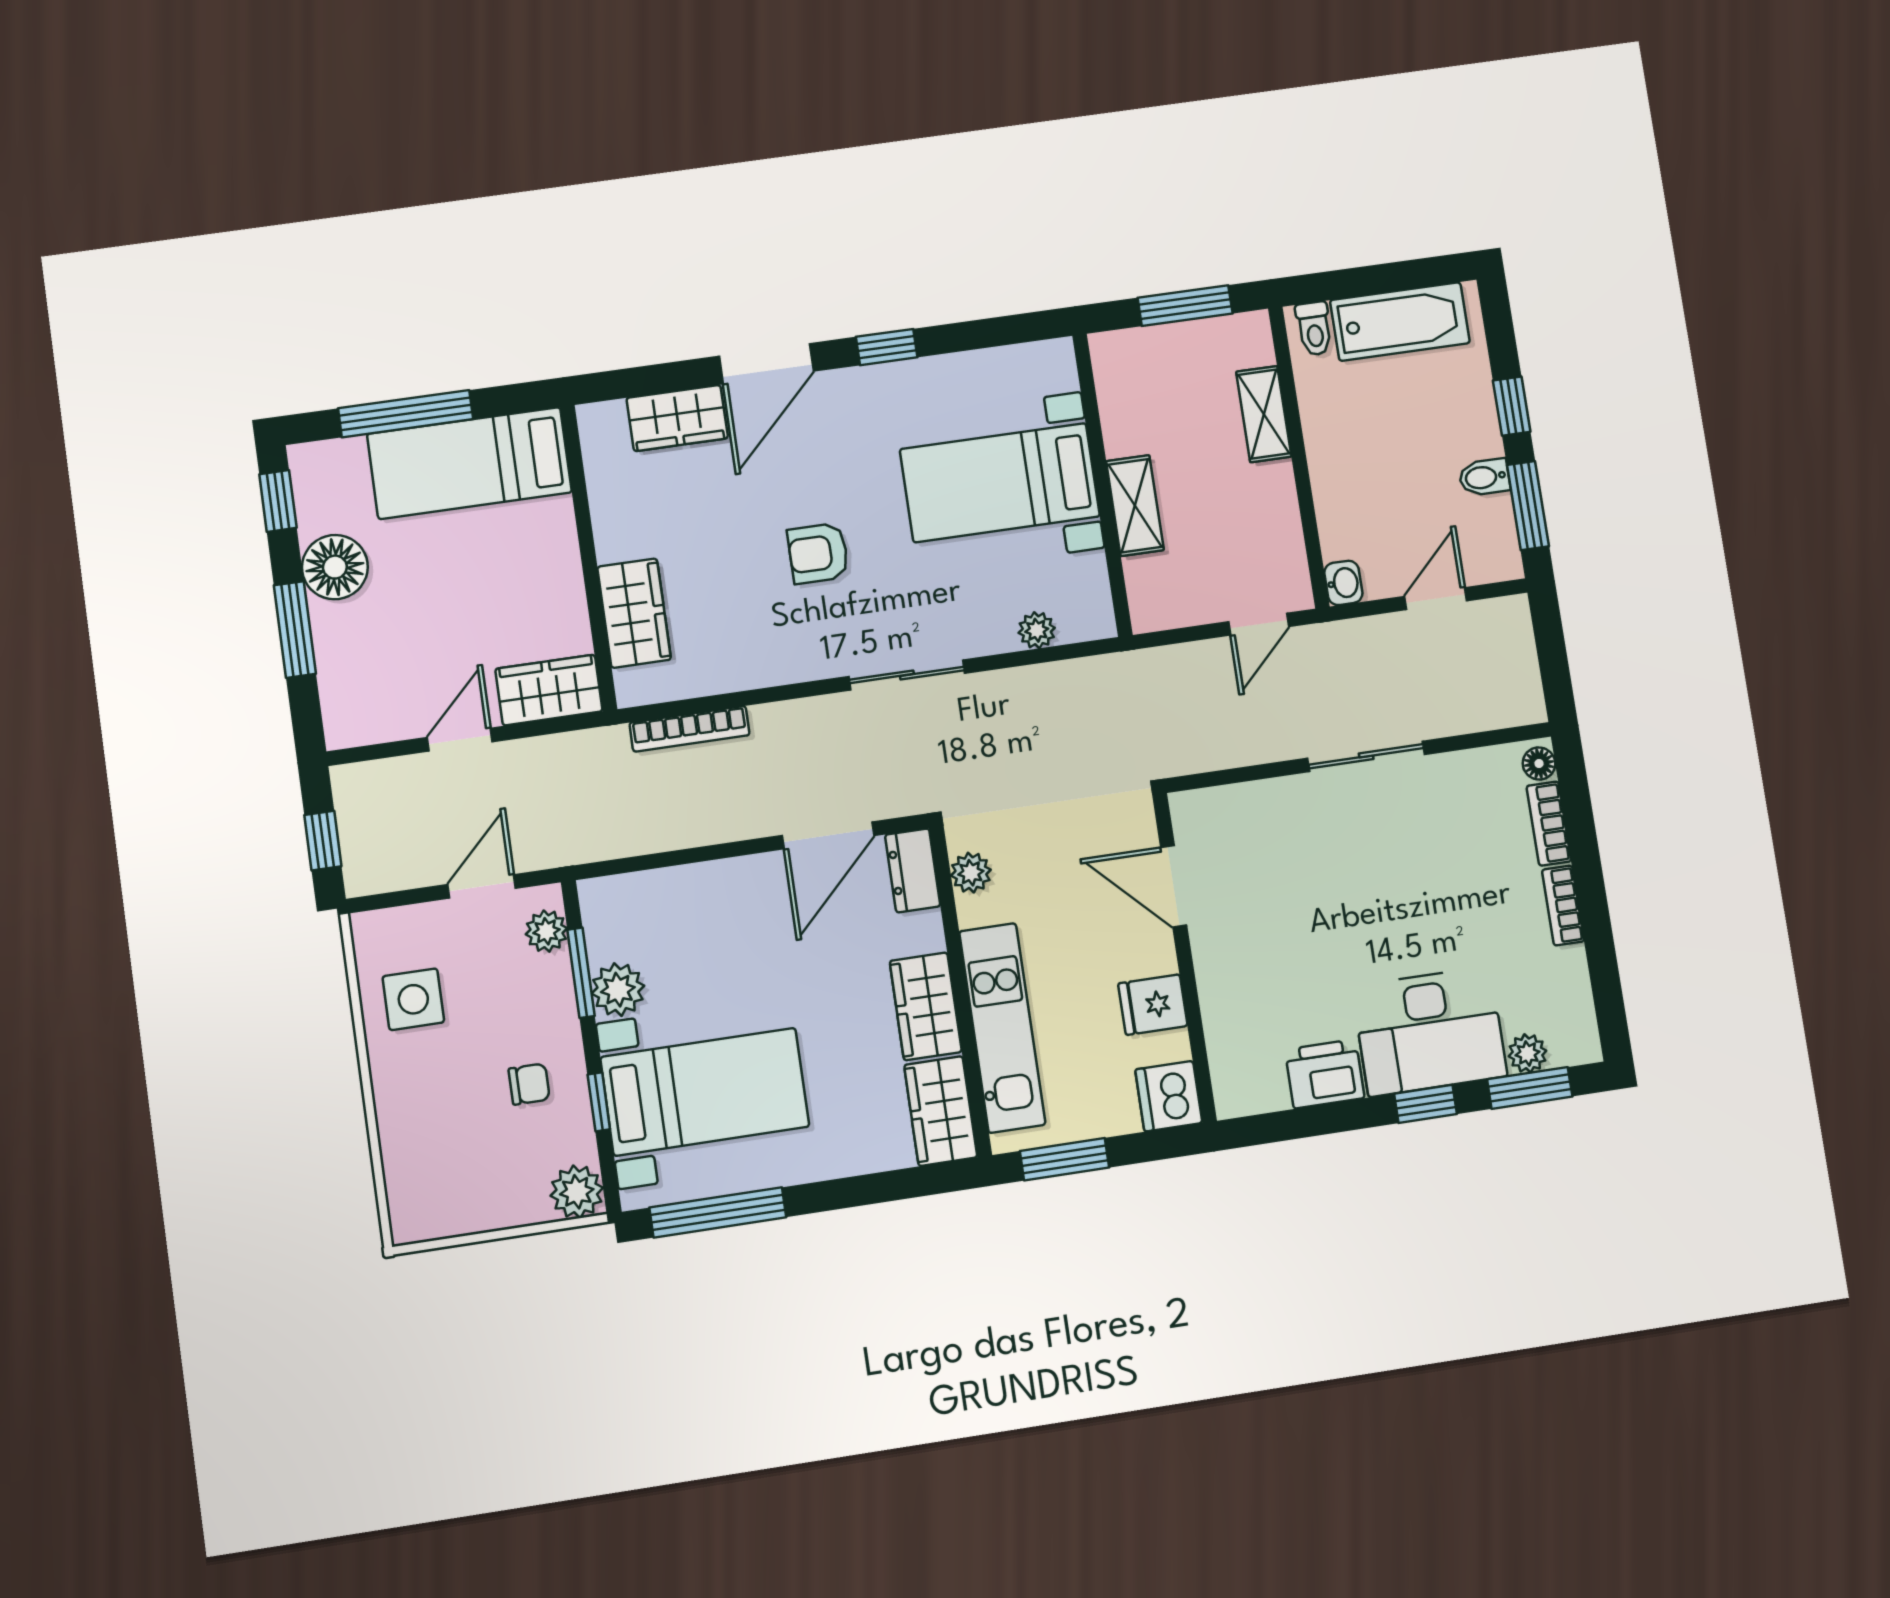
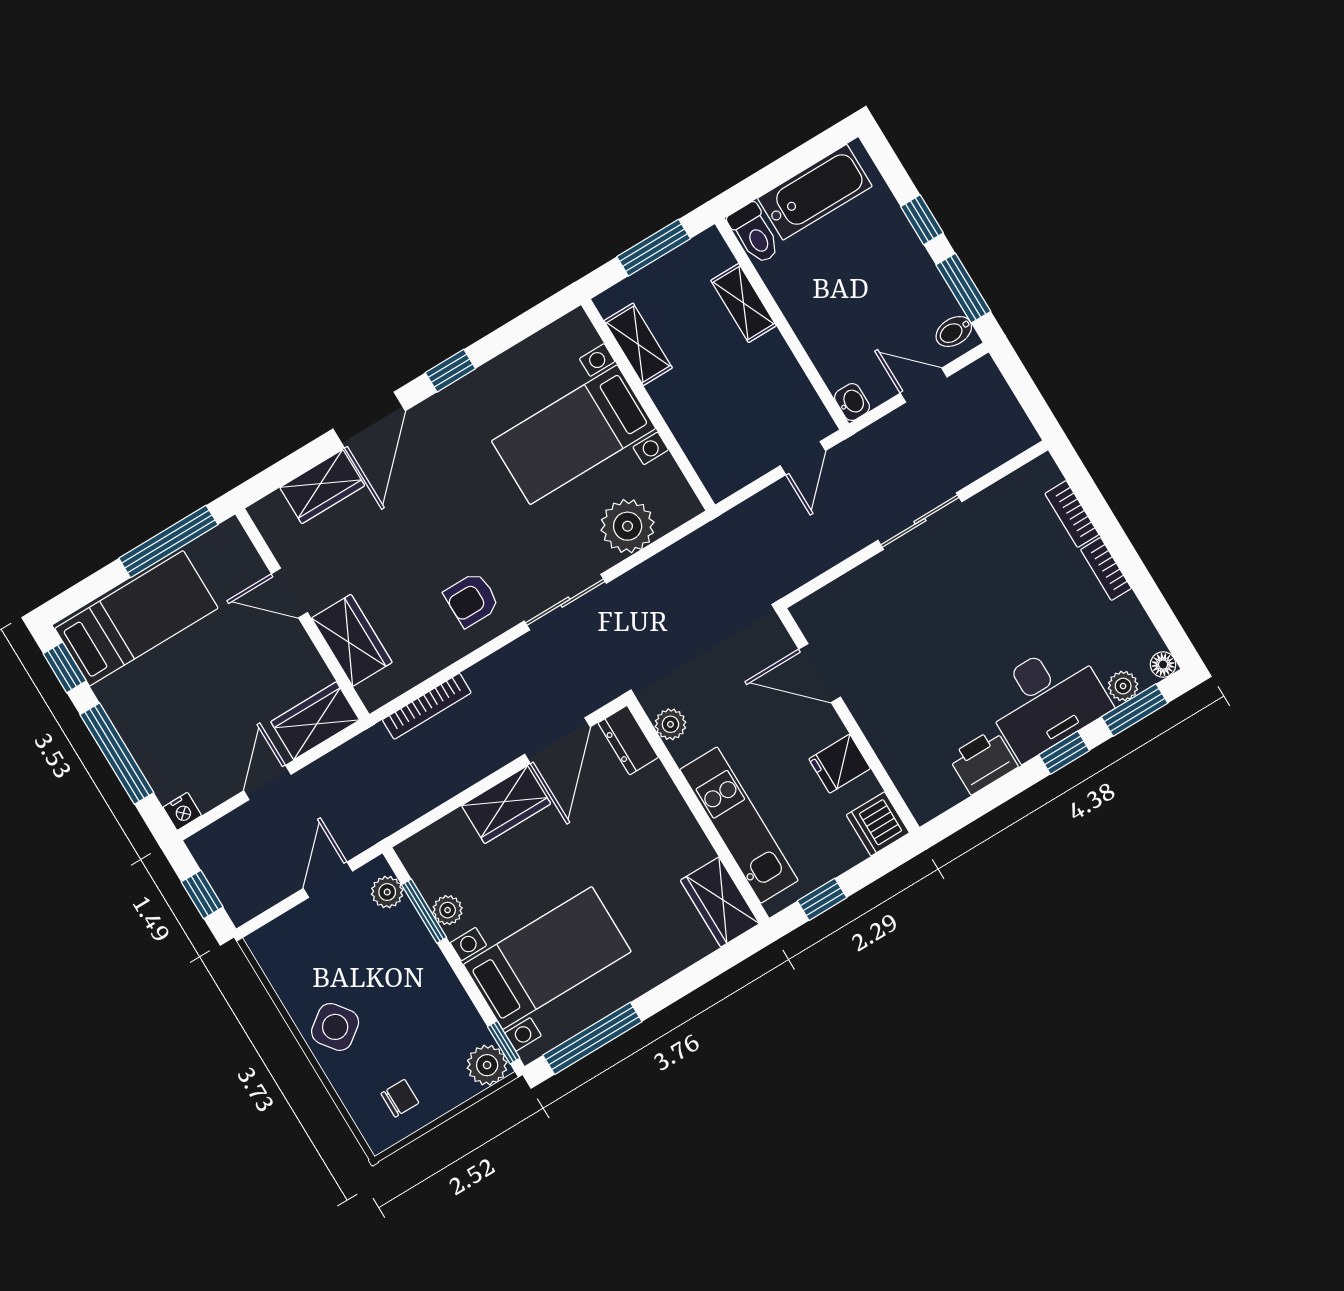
toilet: (1314, 329) -> (755, 234), width x1.37, depth x1.39
window: (406, 414) -> (168, 541), moved
bed: (469, 463) -> (136, 618), moved, turned 180
bidet: (1484, 477) -> (954, 332), moved
shelving: (1135, 506) -> (638, 344), moved
door: (584, 526) -> (290, 593), added
armchair: (818, 553) -> (472, 600), moved
floor lamp: (335, 567) -> (126, 697), removed
door: (1436, 599) -> (924, 385), hinge flipped
window: (295, 629) -> (117, 754), width x1.44
plant: (1037, 630) -> (628, 526), width x1.88, depth x1.88
nightstand: (343, 731) -> (182, 811), added
floor lamp: (1539, 764) -> (1163, 665), moved
plant: (618, 990) -> (448, 910), width x0.73, depth x0.73
side table: (413, 999) -> (335, 1027), moved, turned -37
wardrobe: (926, 1006) -> (506, 805), moved, turned -90
chair: (529, 1084) -> (400, 1098), moved
window: (599, 1102) -> (504, 1042), moved
window: (1064, 1159) -> (822, 899), width x0.67

